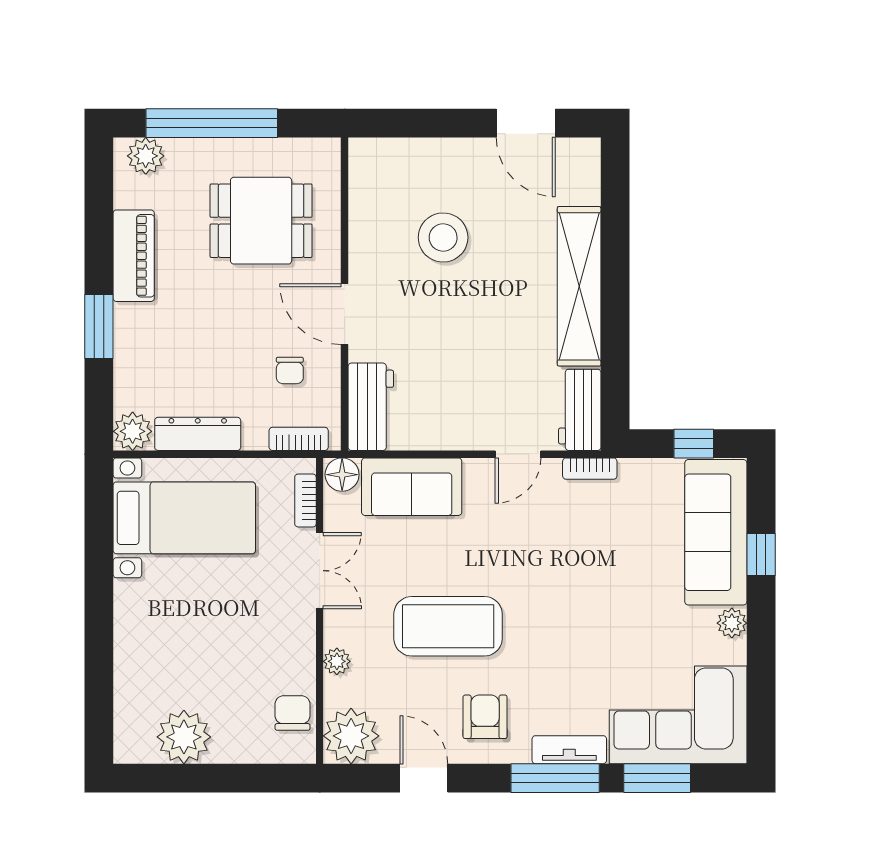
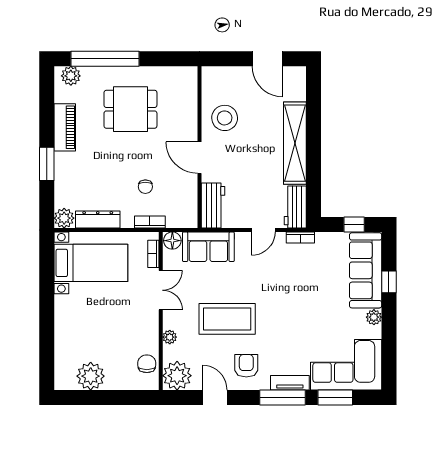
wall: (345, 294) -> (199, 147), moved
door: (345, 314) -> (199, 158), moved
workbench: (371, 407) -> (213, 205), moved

